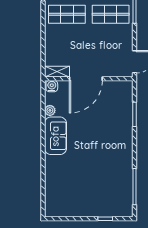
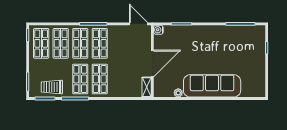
door: (86, 79) -> (152, 64), hinge flipped
water cooler: (52, 86) -> (158, 30), moved
sofa: (55, 136) -> (212, 86), width x1.85, depth x1.27

